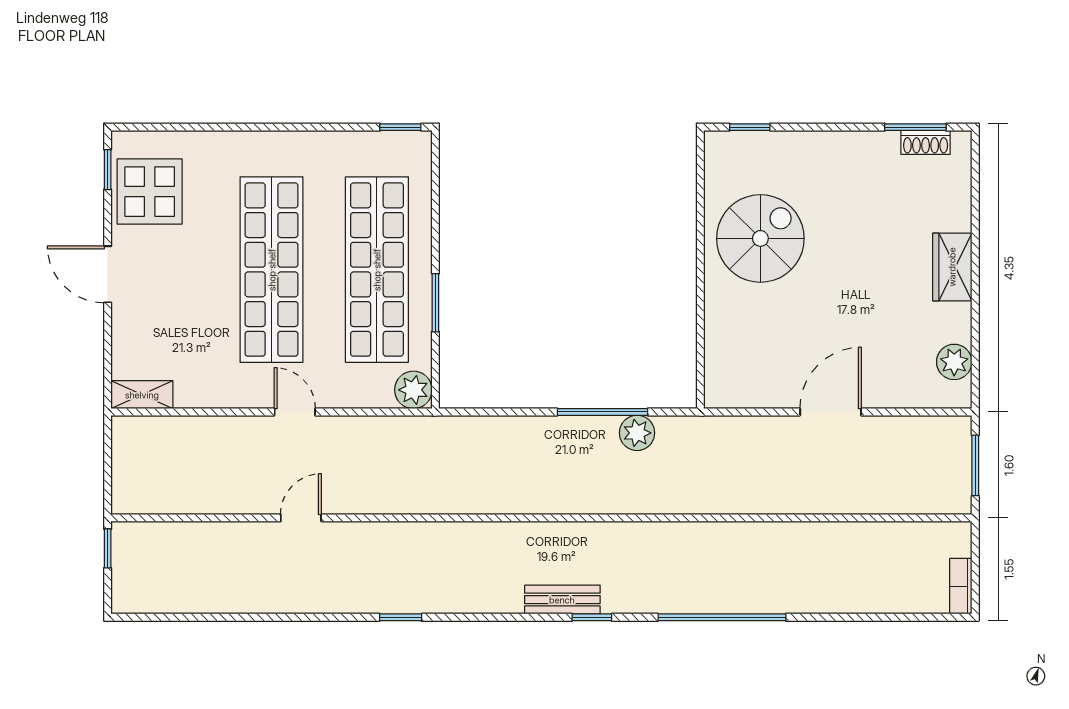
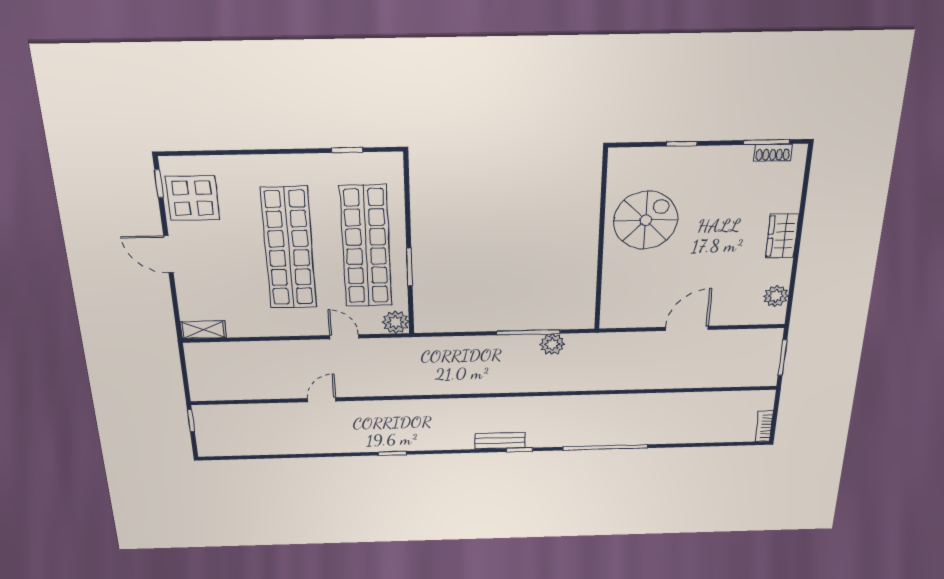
window: (400, 127) -> (347, 150), moved
window: (750, 127) -> (682, 144), moved
door: (295, 412) -> (344, 337), moved

